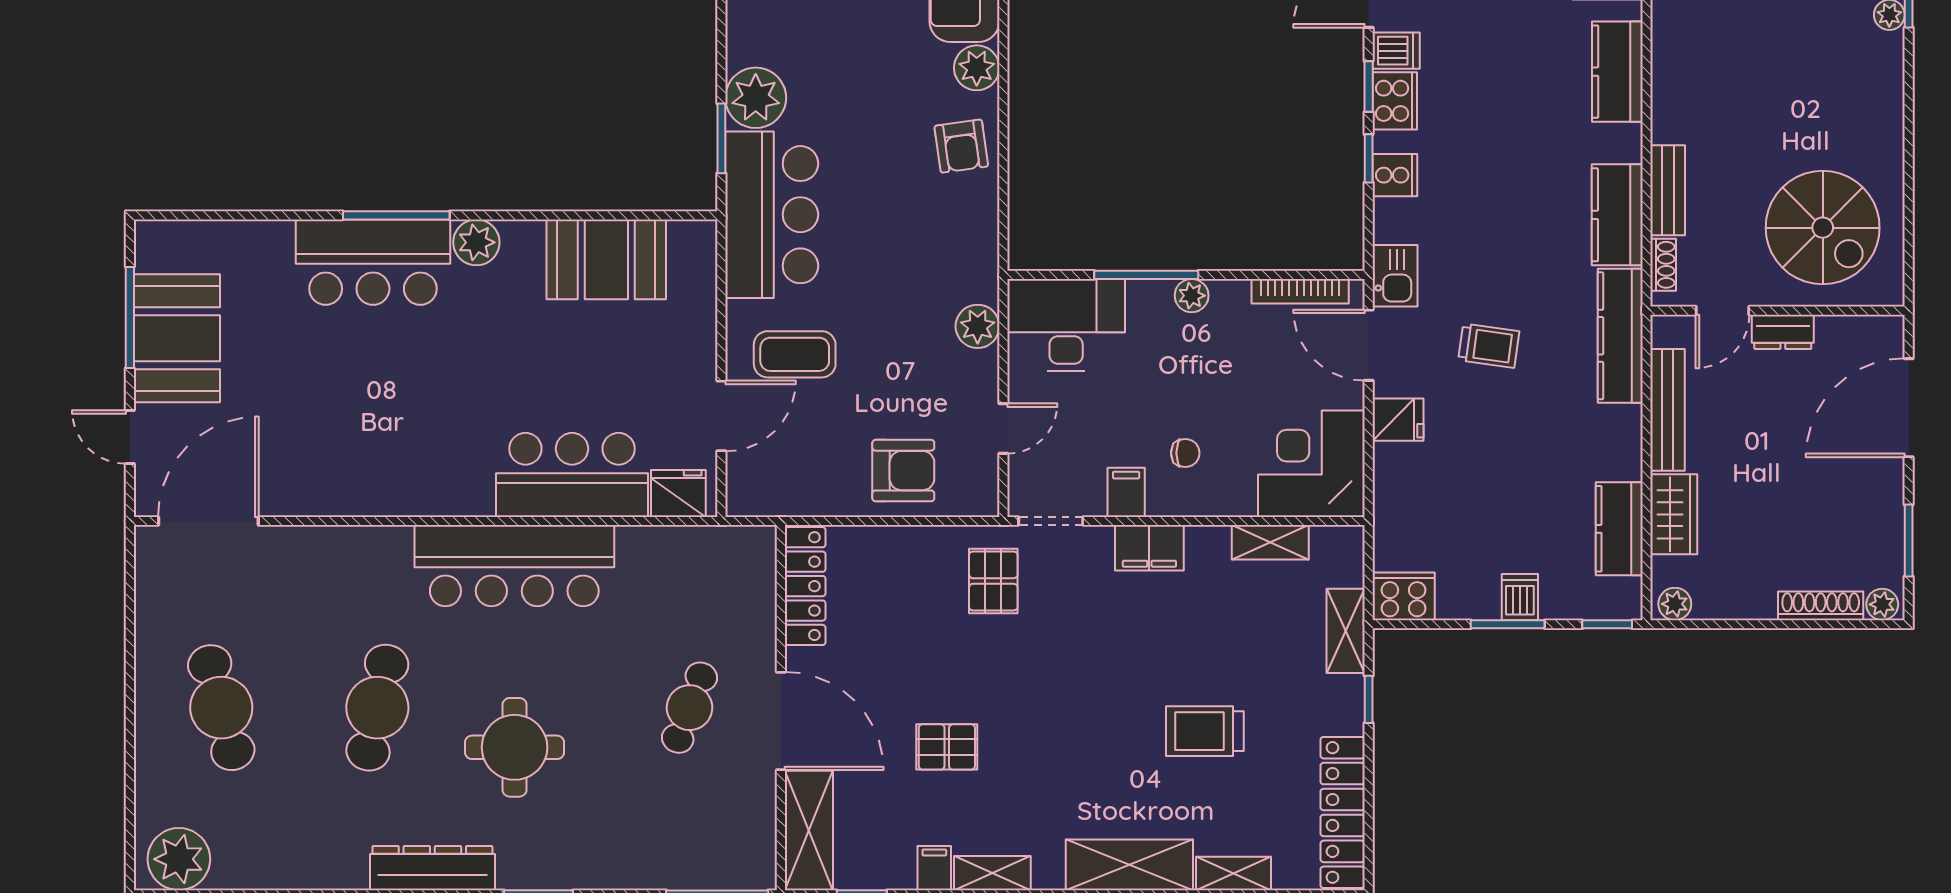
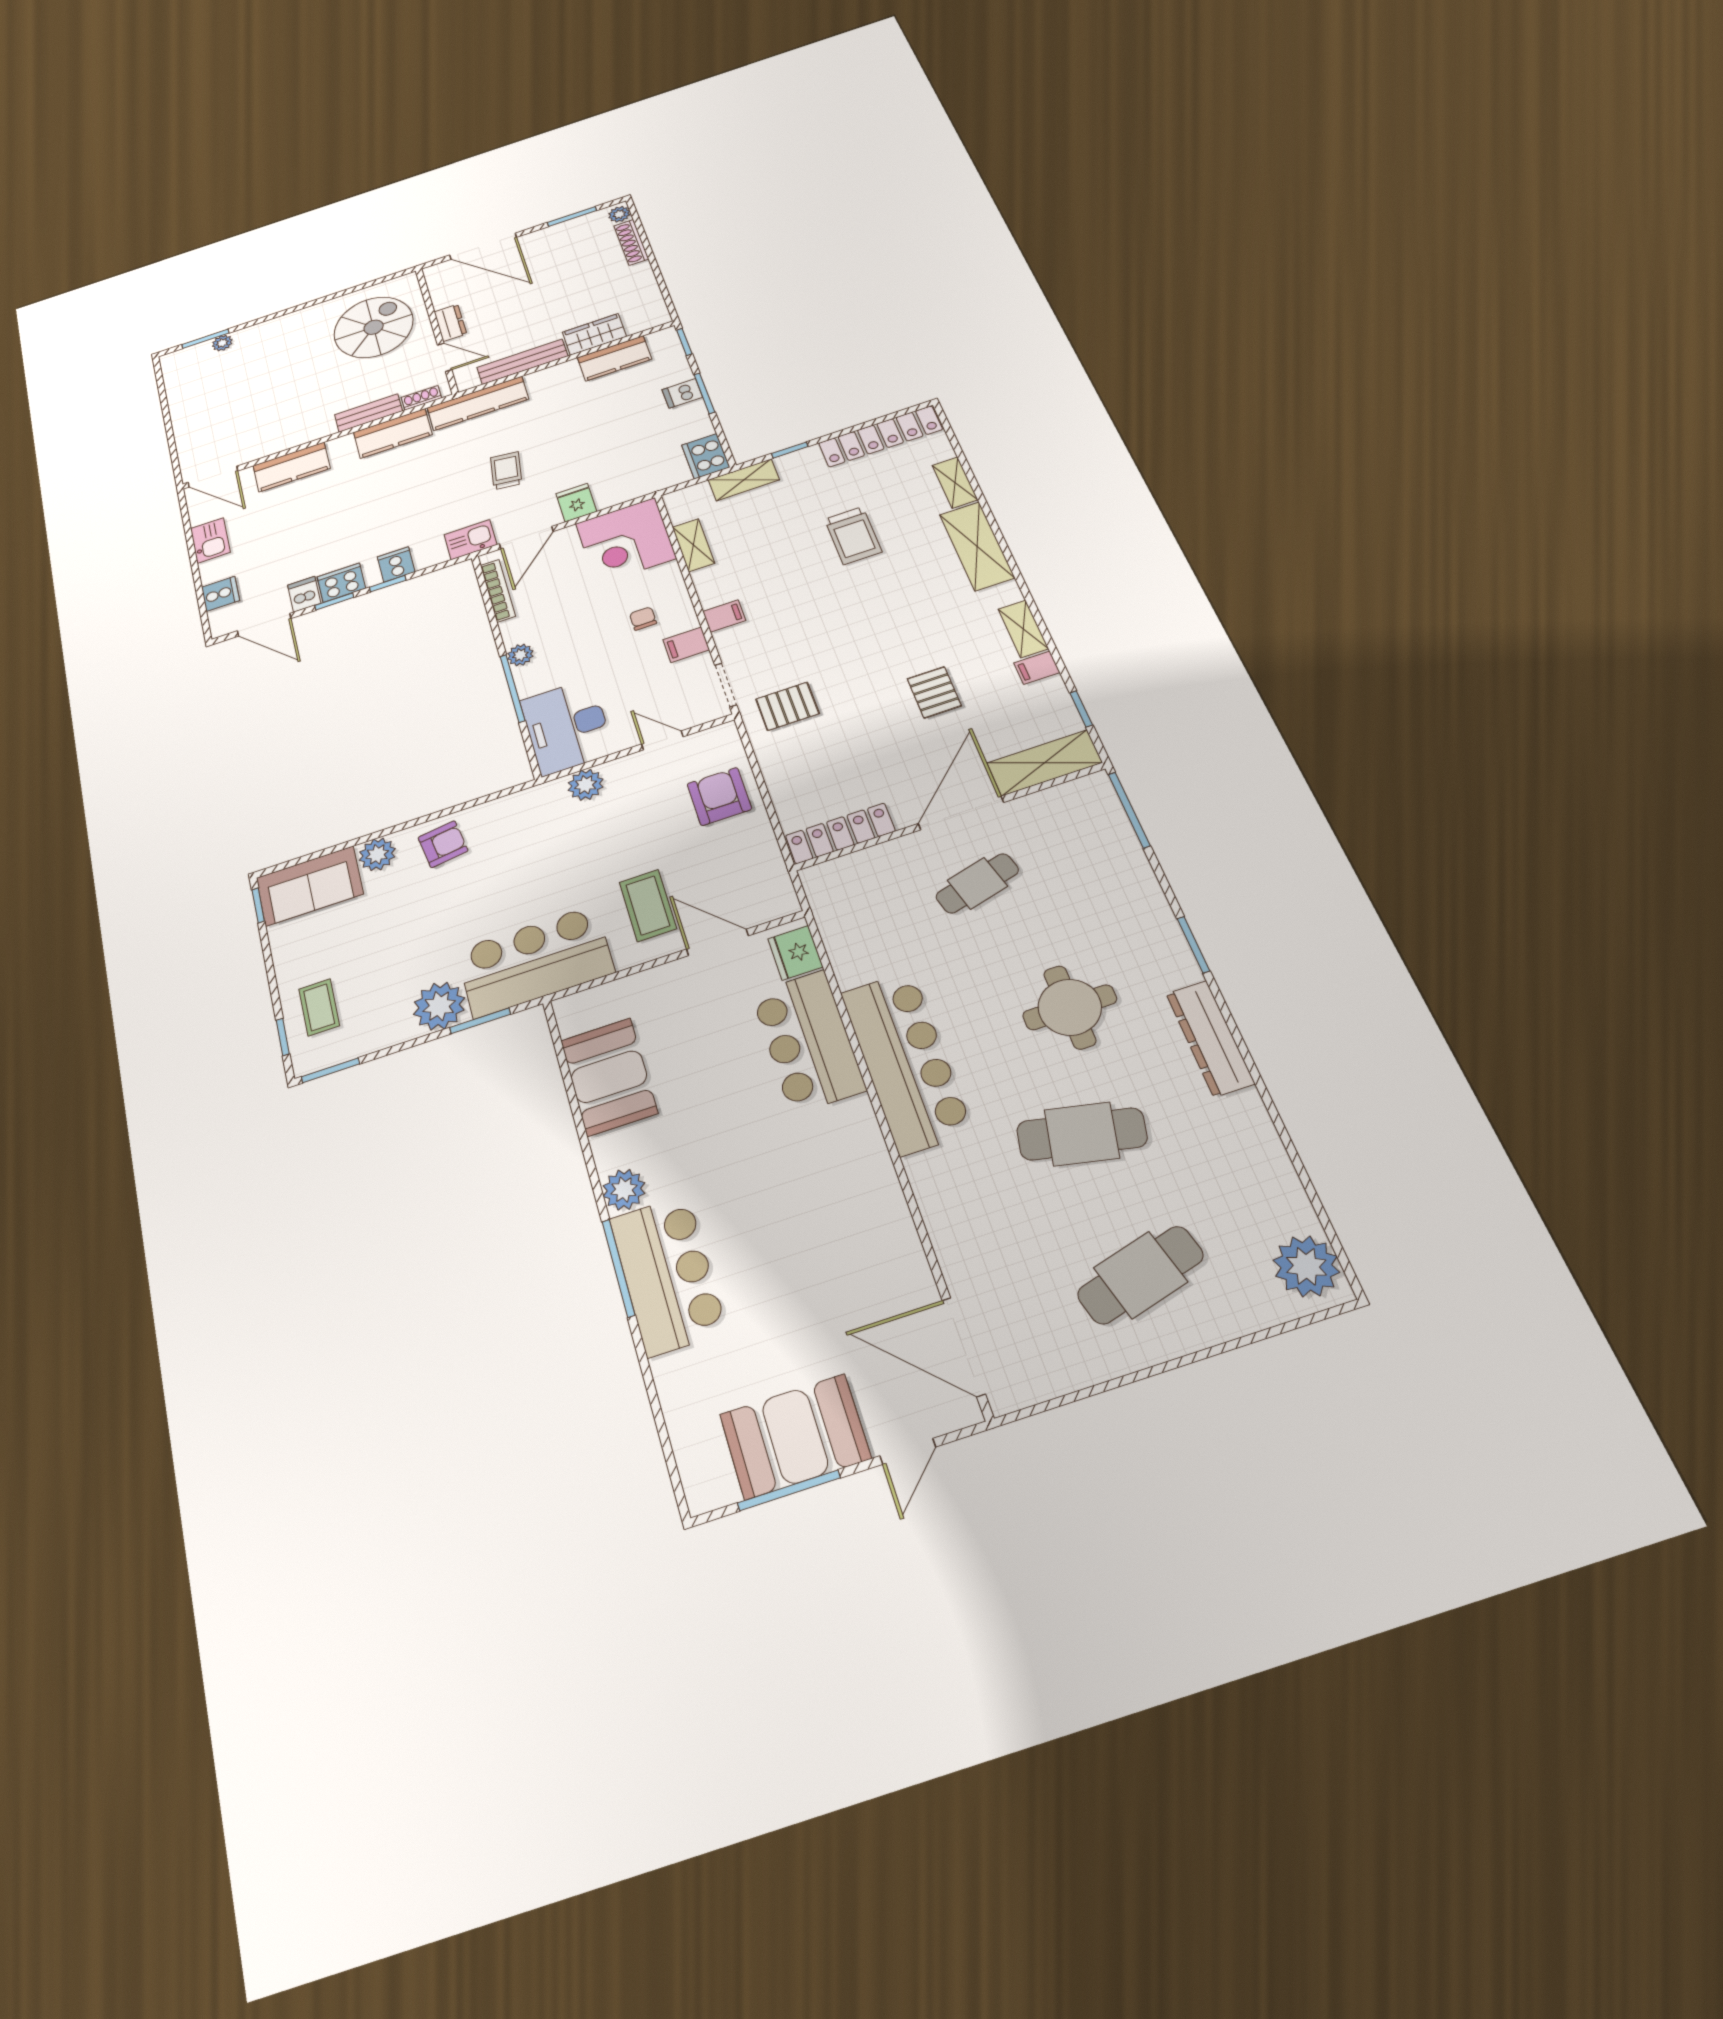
filing cabinet: (1149, 548) -> (724, 616), width x0.50
plant: (1675, 604) -> (657, 313), removed
cafe table: (690, 708) -> (977, 883), turned -36

